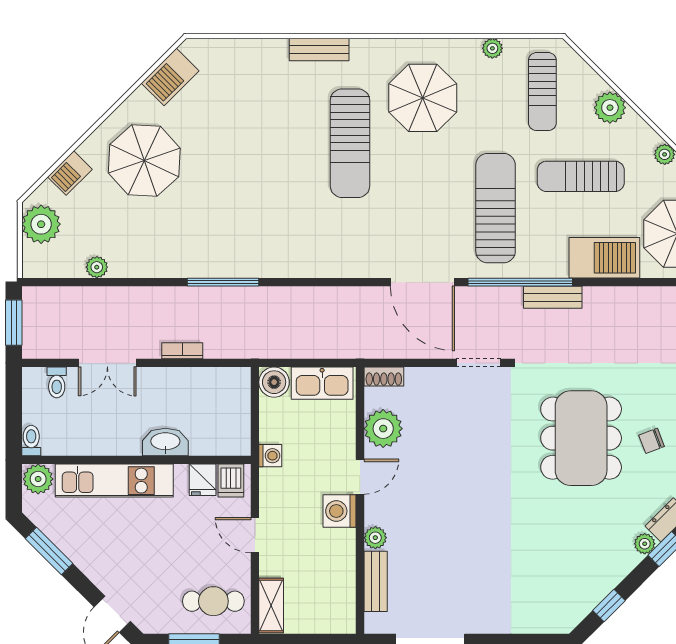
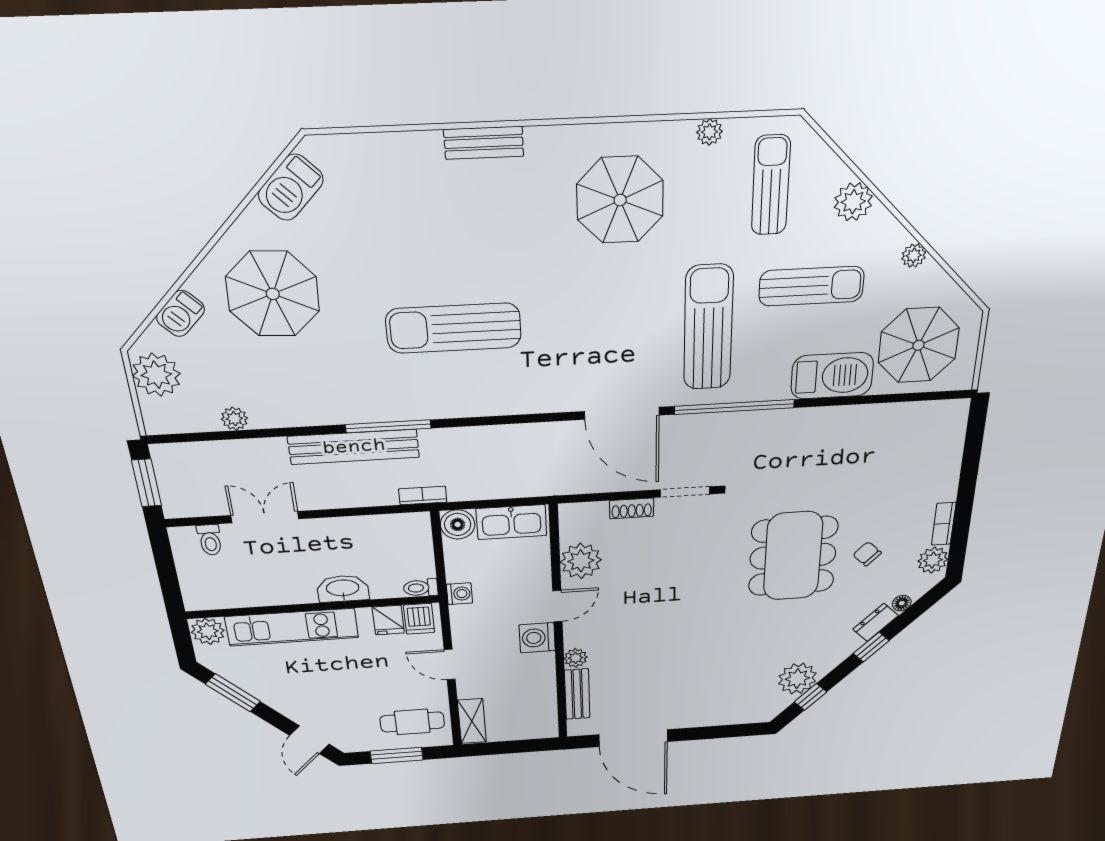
sun lounger: (542, 92) -> (771, 185), turned 180
sun lounger: (350, 143) -> (454, 328), moved, turned 90
sun lounger: (581, 176) -> (811, 286), turned 180
bench: (553, 297) -> (354, 447), moved, width x1.86, depth x1.21
bookcase: (182, 351) -> (423, 495), moved
double door: (107, 363) -> (265, 517), swing flipped
shoe rack: (384, 377) -> (632, 508), moved
toilet: (31, 441) -> (421, 588), moved, turned -90
chair: (652, 441) -> (867, 554), turned 65
plant: (645, 544) -> (797, 679), moved, width x1.87, depth x1.87

